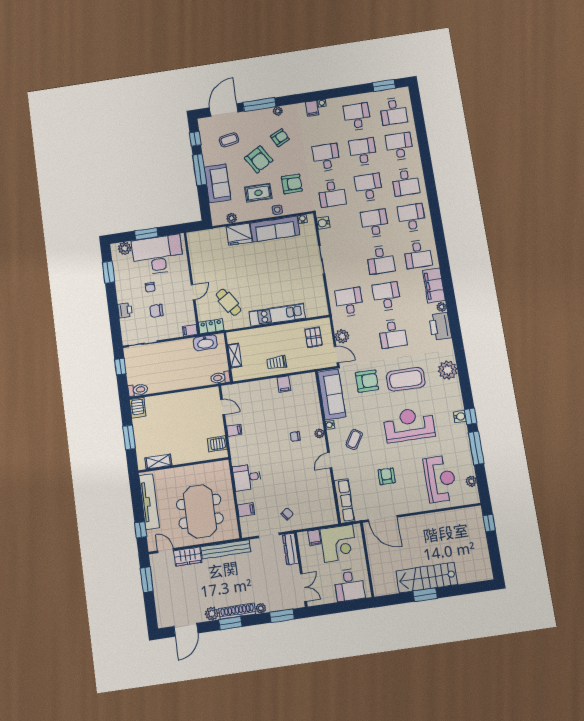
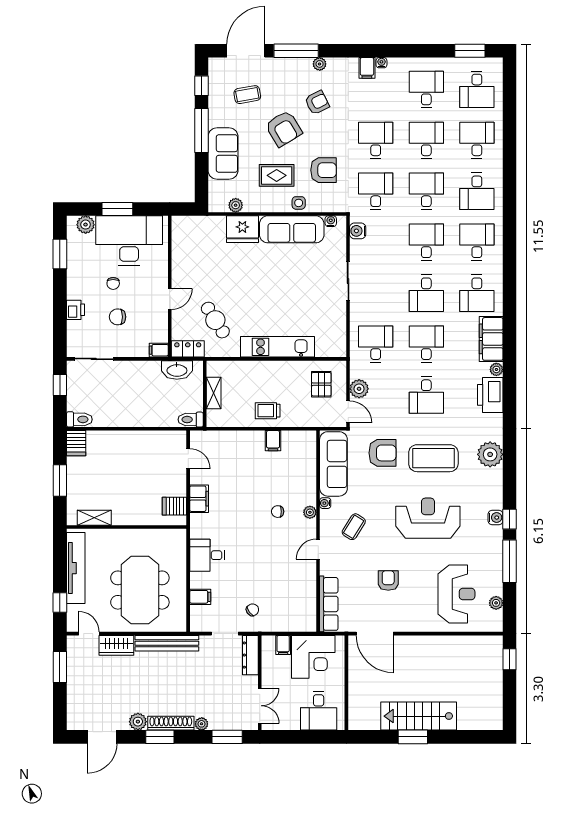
desk: (332, 193) -> (376, 191), turned 180
filing cabinet: (234, 430) -> (199, 499), width x2.00

